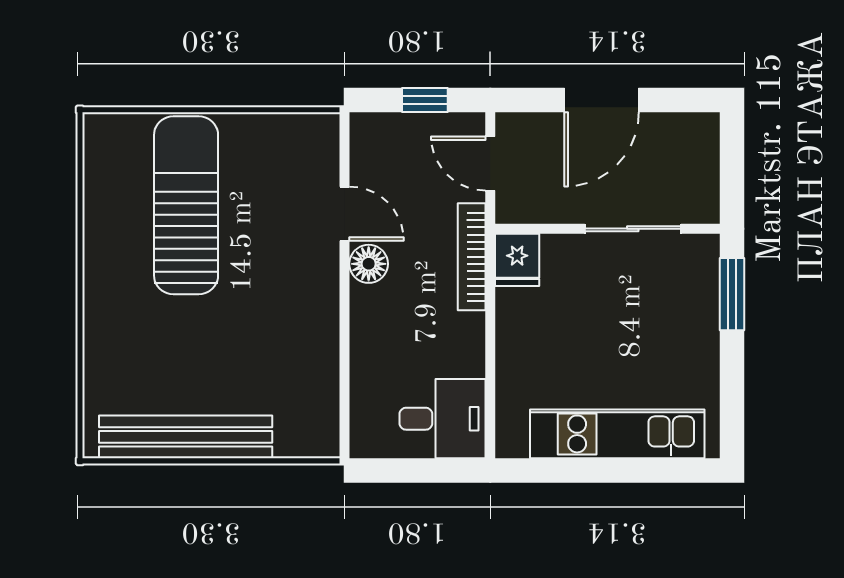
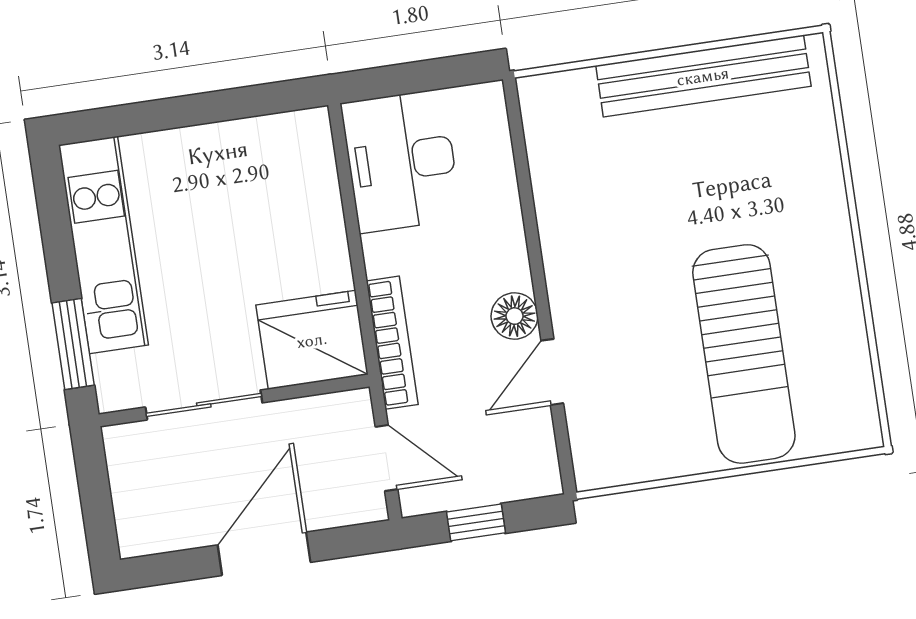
door: (345, 214) -> (552, 372), hinge flipped
fridge: (517, 260) -> (312, 340), width x1.88, depth x1.34
desk: (442, 419) -> (401, 161), width x1.37
kitchen unit: (617, 434) -> (103, 245), moved, turned -90

